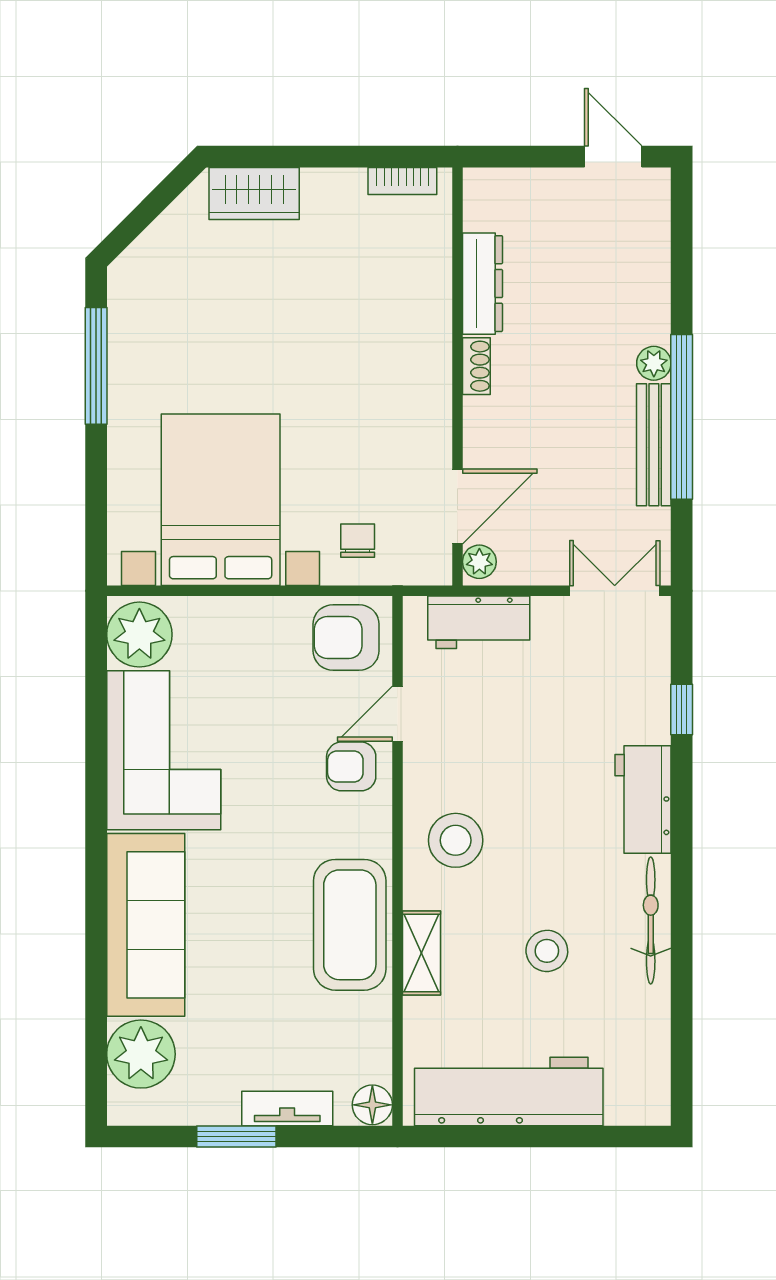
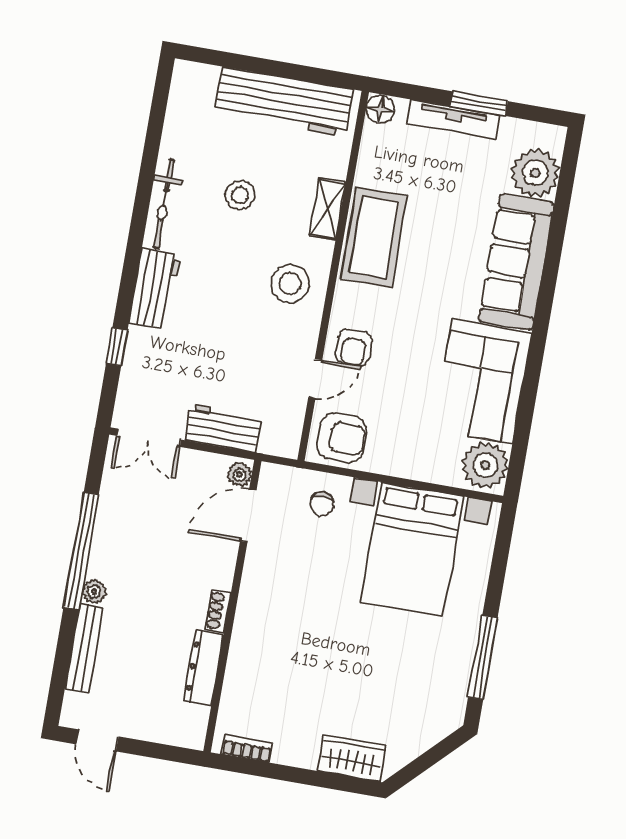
bench: (654, 445) -> (84, 648), moved
workbench: (479, 622) -> (223, 428), moved
armchair: (351, 766) -> (354, 347), turned 90
tv unit: (287, 1108) -> (453, 119), width x1.41

